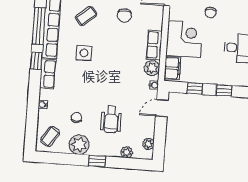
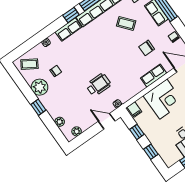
row of seats: (154, 45) -> (154, 76), moved
side table: (84, 53) -> (101, 42), removed
plant: (152, 68) -> (127, 94), removed
filing cabinet: (172, 68) -> (134, 110), width x0.50
wheelchair: (111, 120) -> (98, 85), moved, turned 180

